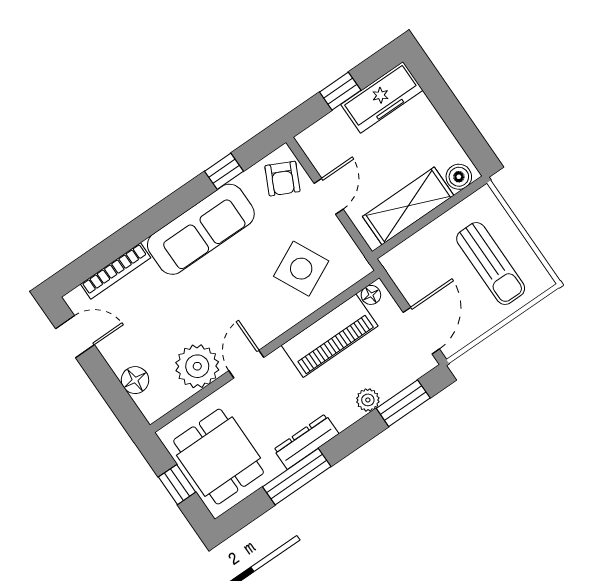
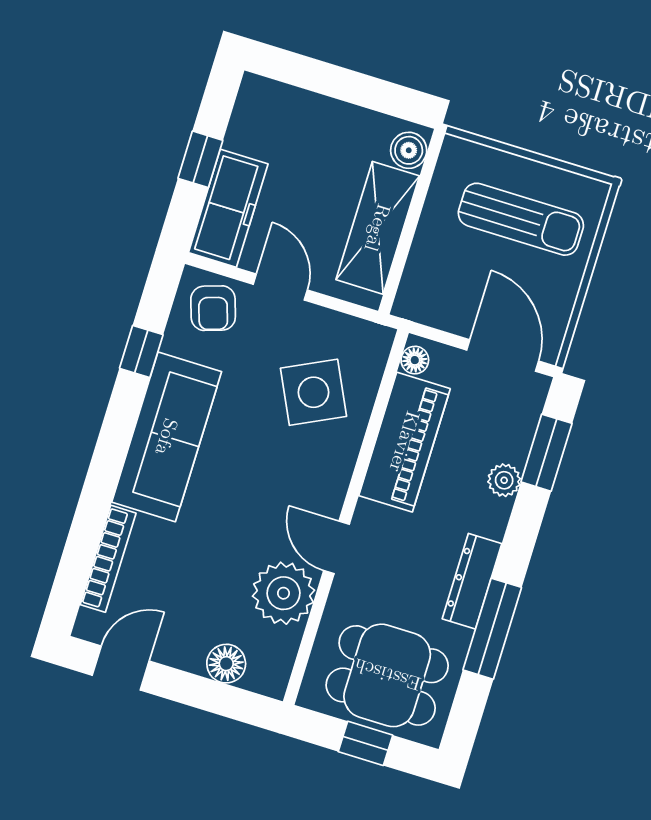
freezer: (382, 97) -> (228, 208), moved
armchair: (282, 179) -> (213, 308), turned 46

